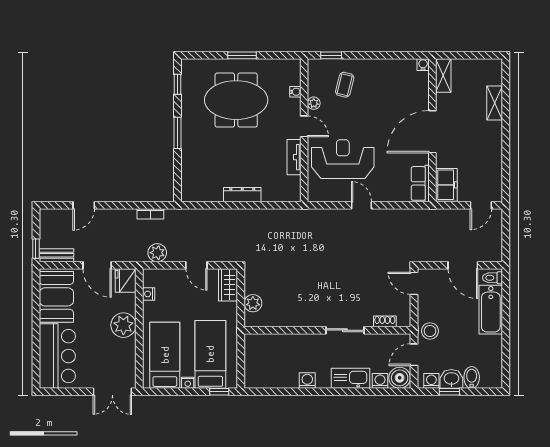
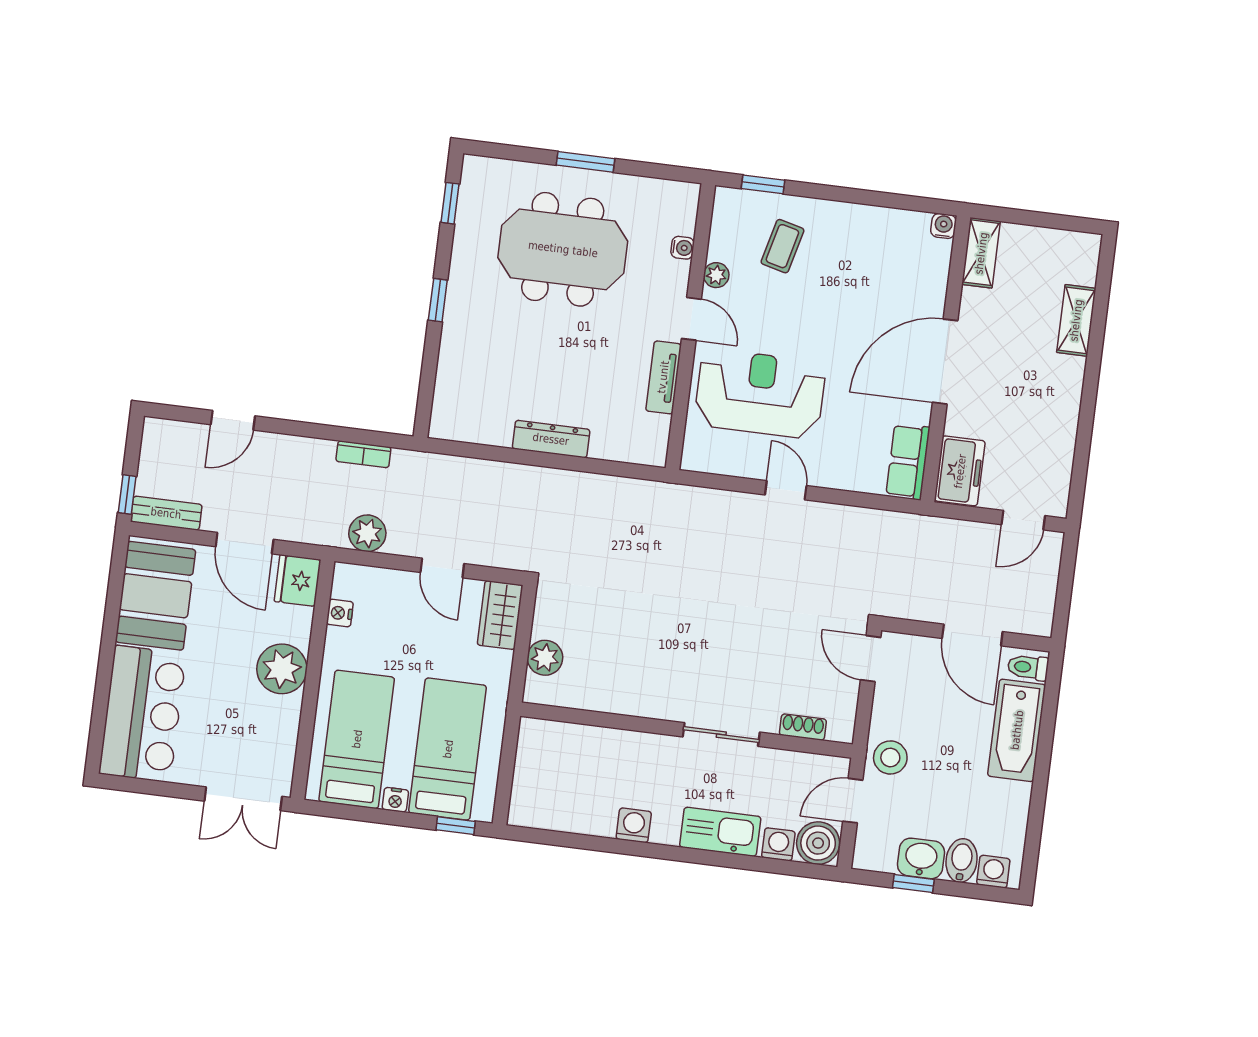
window: (178, 133) -> (438, 300), width x0.67
washing machine: (431, 381) -> (993, 872), moved

